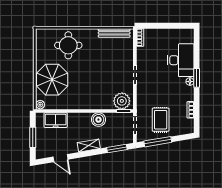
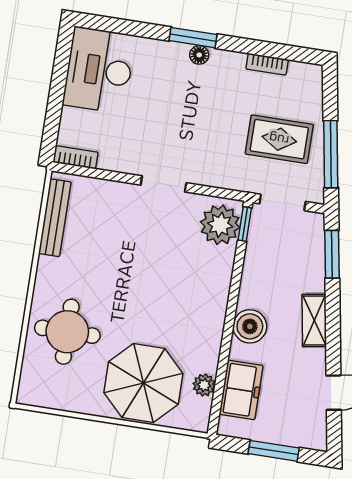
desk: (181, 60) -> (99, 70), moved, turned -90
plant: (40, 105) -> (204, 385), moved
boiler: (98, 120) -> (250, 326), moved

